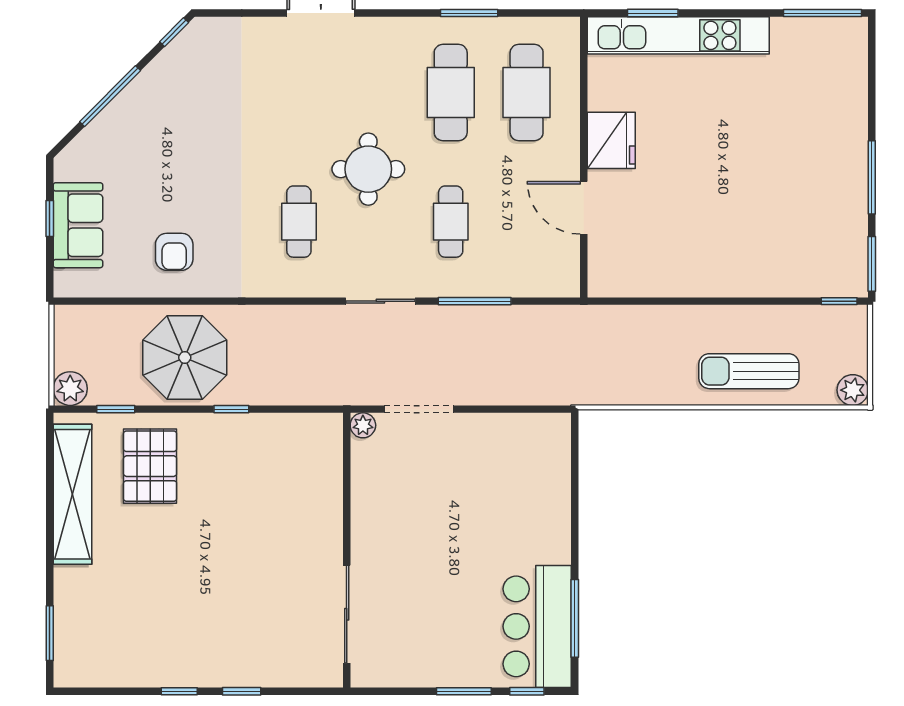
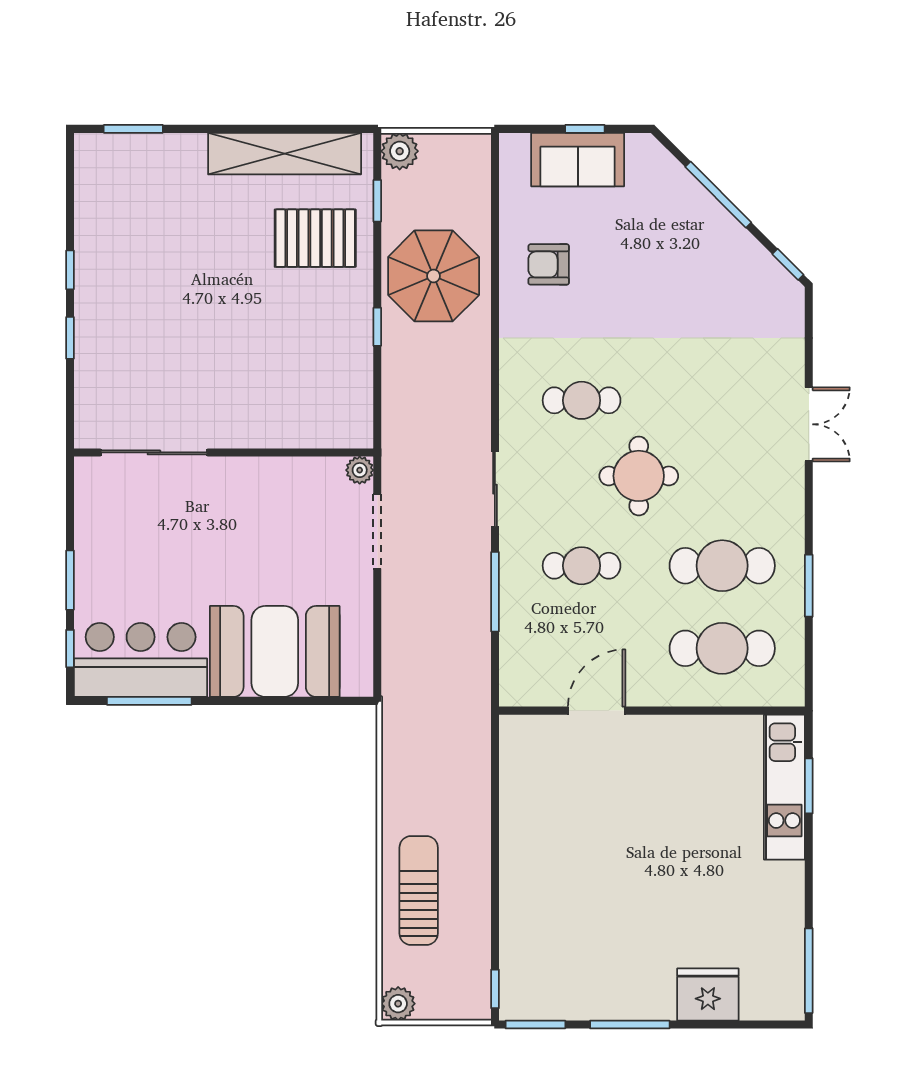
kitchen unit: (678, 35) -> (784, 787), width x0.73
fridge: (611, 140) -> (708, 994), moved, turned 180
booth: (529, 503) -> (275, 651), added

